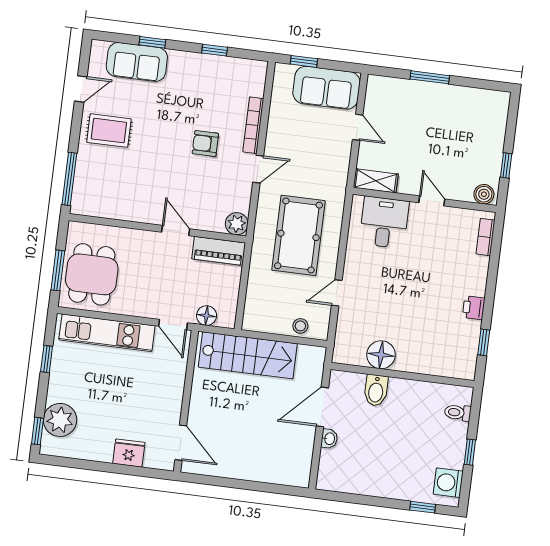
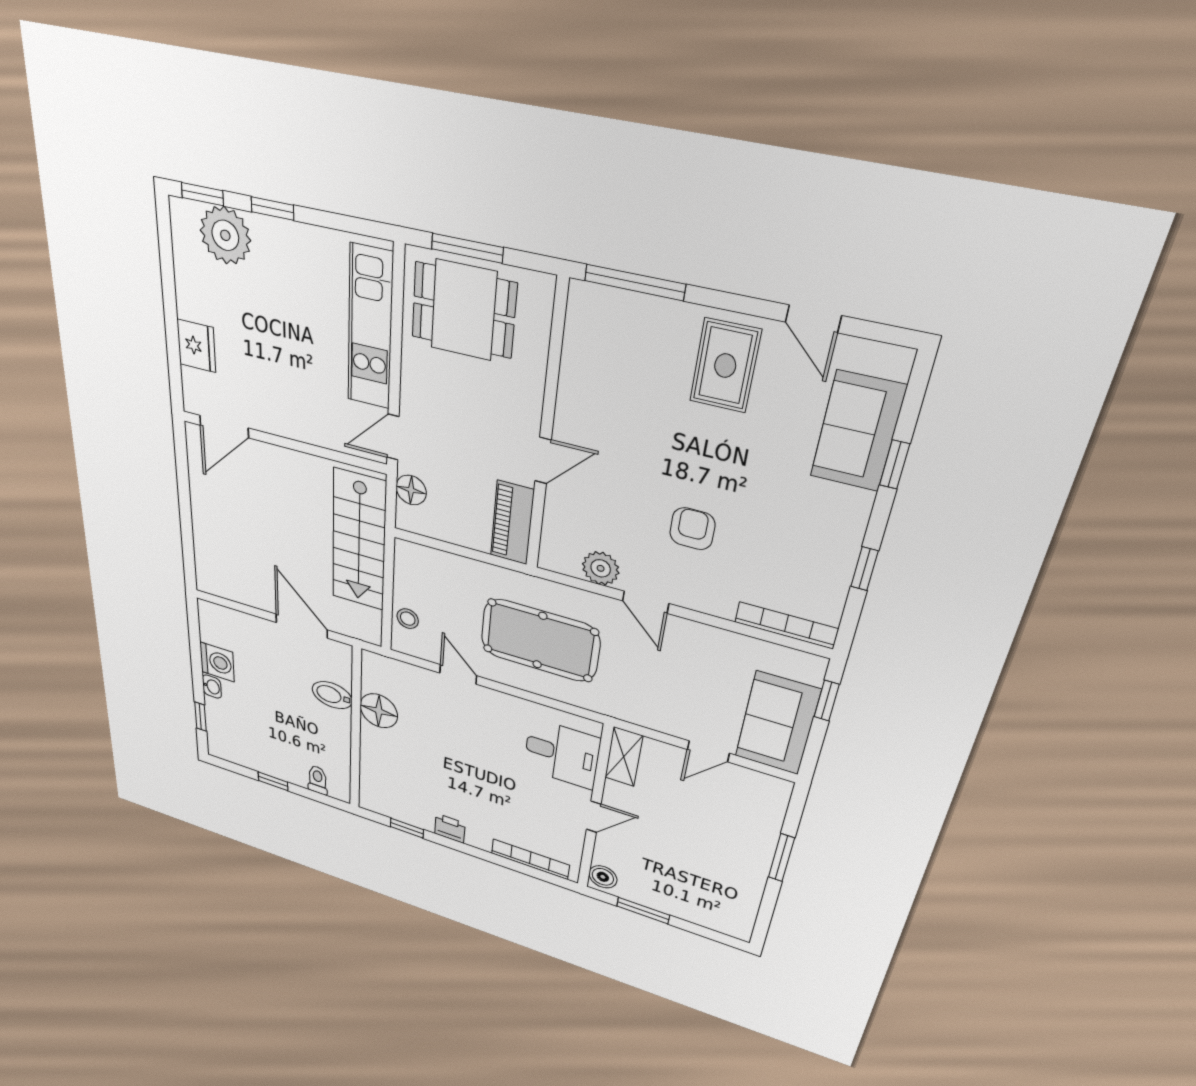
bookcase: (253, 125) -> (786, 625), moved
window: (506, 165) -> (643, 911), width x1.50
plant: (237, 224) -> (601, 568), moved
bookcase: (485, 237) -> (530, 859), width x1.56
window: (47, 359) -> (272, 208), moved
washbasin: (329, 439) -> (212, 687), moved, turned -90
washing machine: (448, 483) -> (217, 662), moved, turned 90

